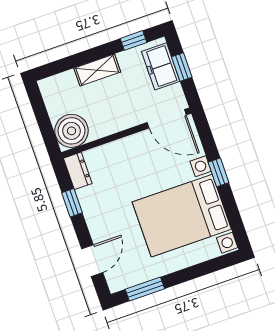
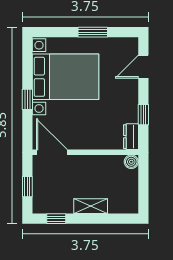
freezer: (161, 66) -> (43, 192), removed
boiler: (71, 131) -> (131, 162), width x0.54, depth x0.54
window: (145, 289) -> (93, 32), moved

